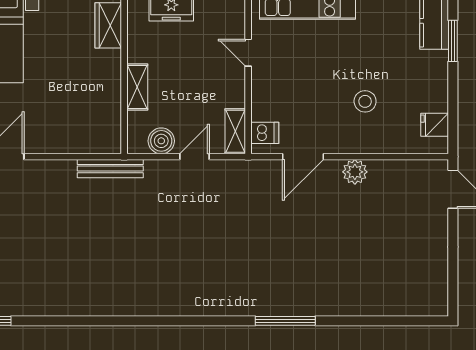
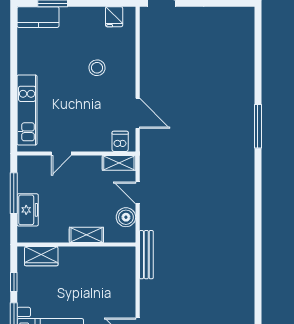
plant: (355, 172) -> (149, 75), removed

